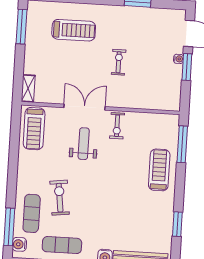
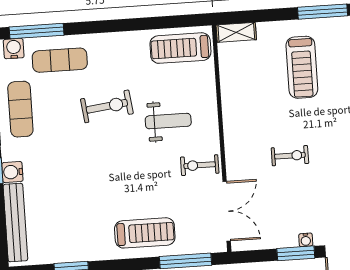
treadmill: (74, 30) -> (302, 67), moved
double door: (84, 107) -> (227, 211), moved
exercise bike: (60, 198) -> (107, 106), moved

